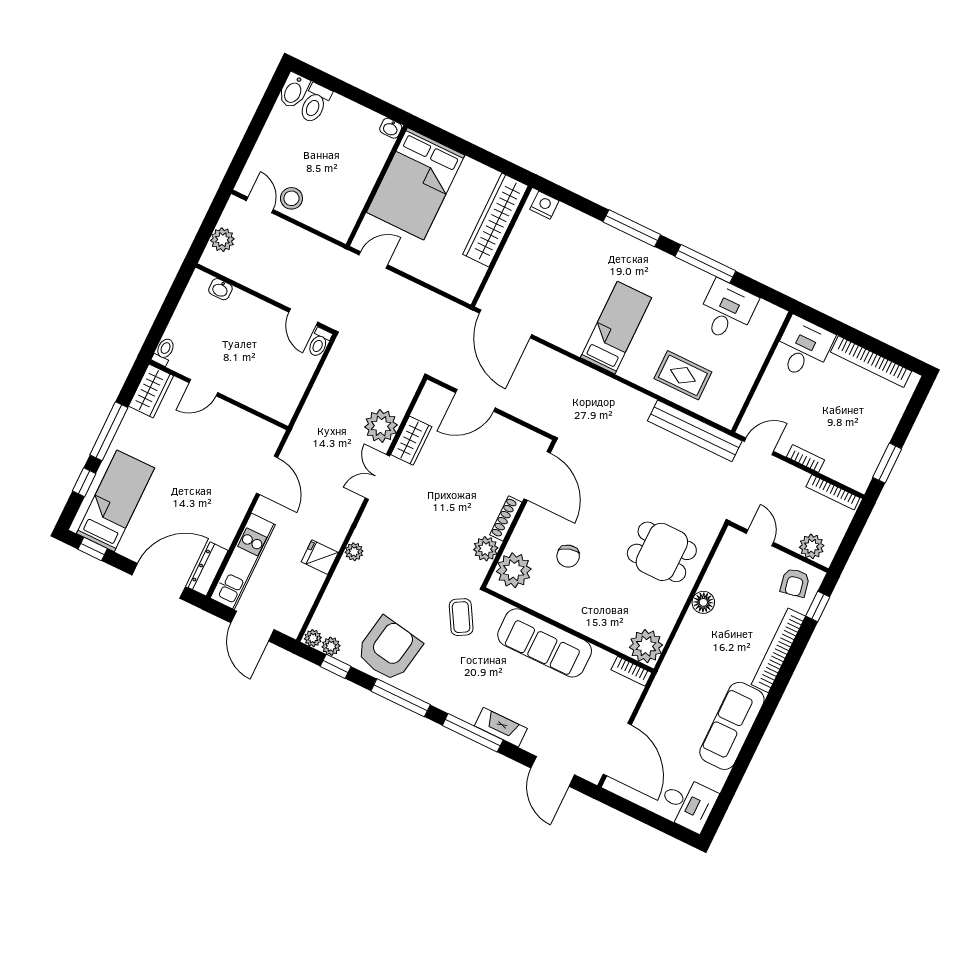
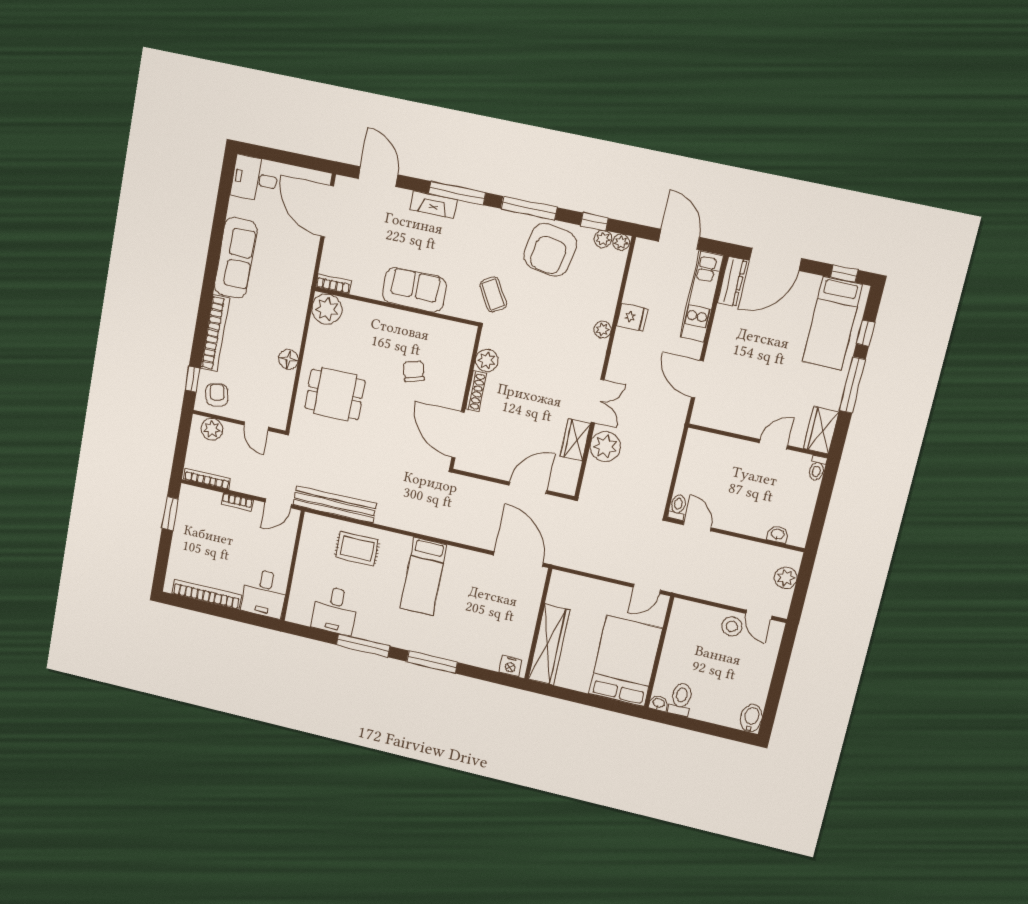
toilet: (315, 103) -> (681, 699), moved
plant: (514, 570) -> (457, 347), removed
sofa: (545, 643) -> (414, 290), width x0.73

